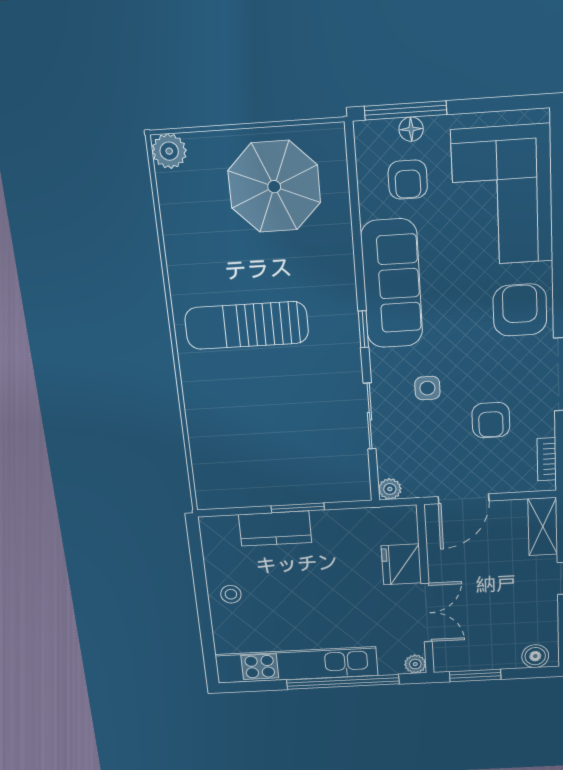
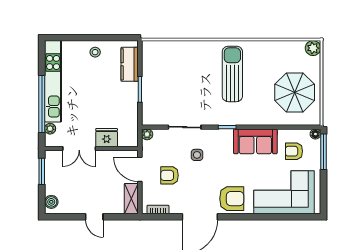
floor lamp: (411, 129) -> (315, 134), moved
sofa: (392, 284) -> (255, 141), width x0.73
armchair: (491, 420) -> (170, 175), moved
shelving: (543, 527) -> (131, 199), moved, turned 90
kitchen counter: (275, 529) -> (130, 64), moved
plant: (415, 664) -> (50, 129), moved

